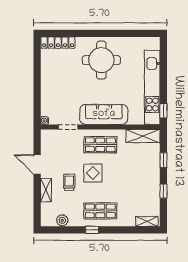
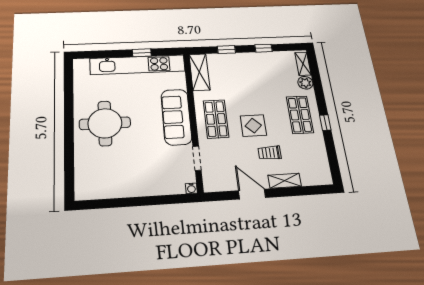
locker: (58, 43) -> (82, 178), removed
window: (163, 111) -> (142, 53), moved
door: (37, 164) -> (252, 194), swing flipped
plant: (62, 220) -> (305, 83), moved

